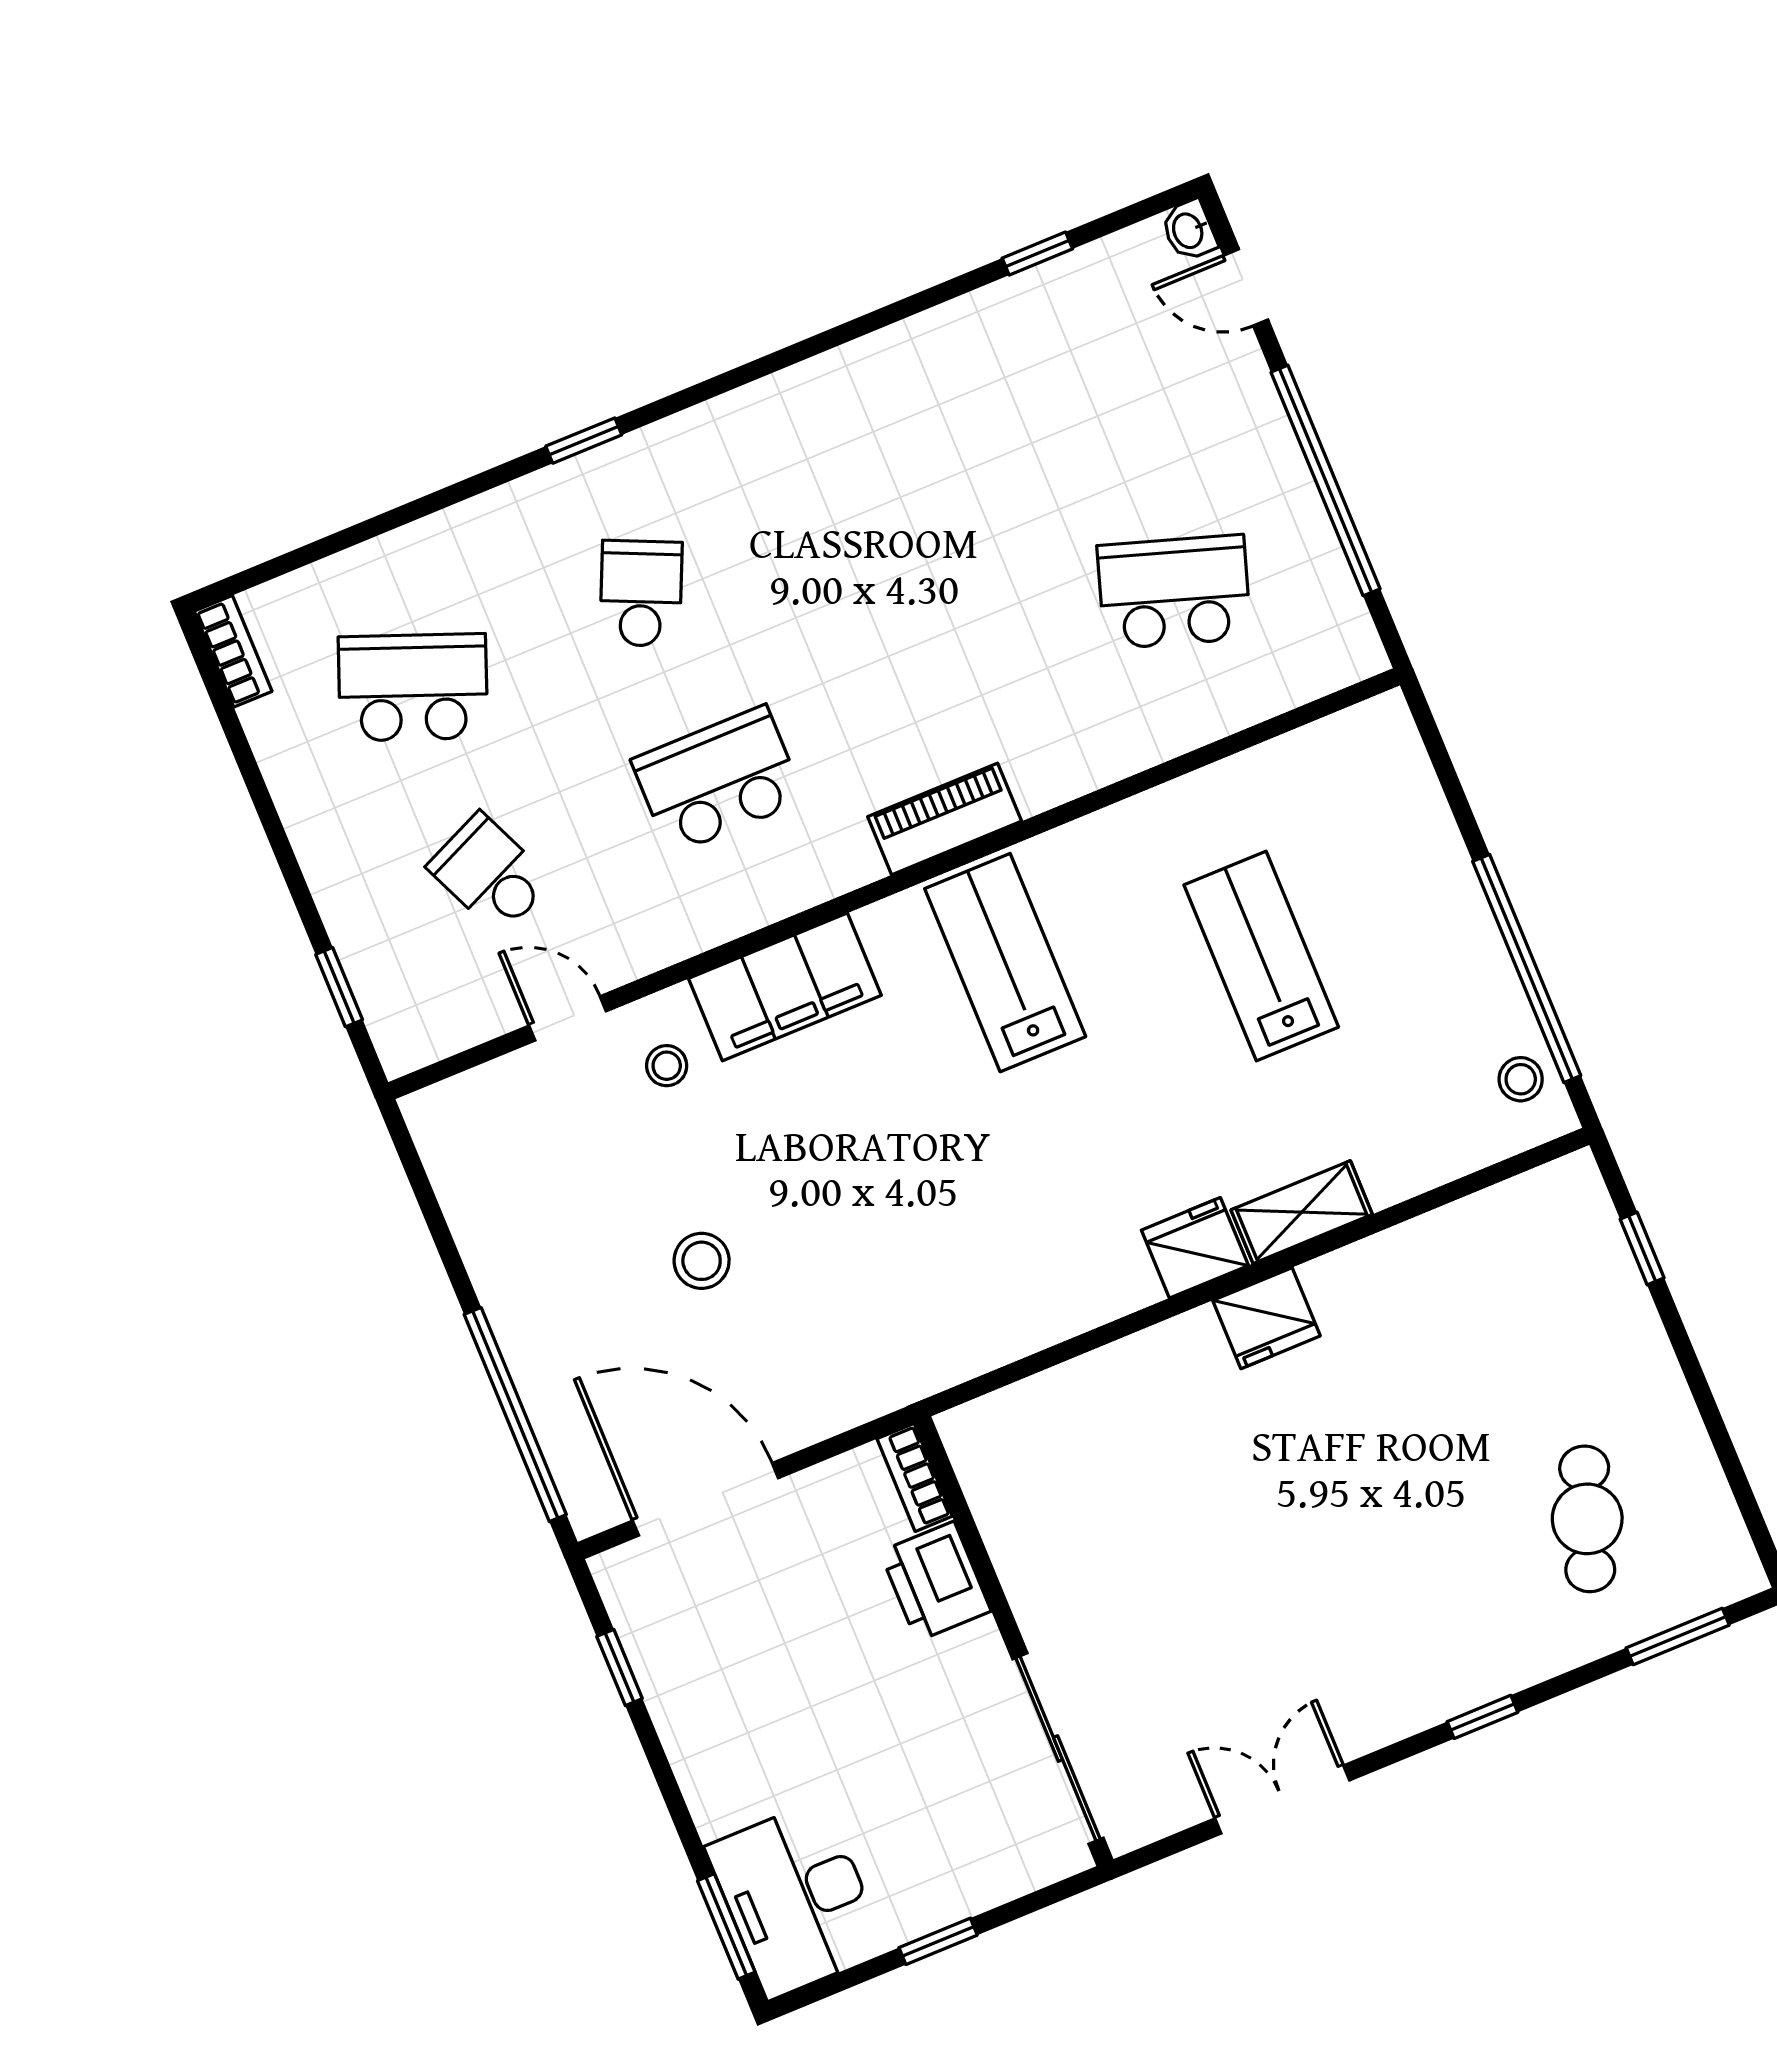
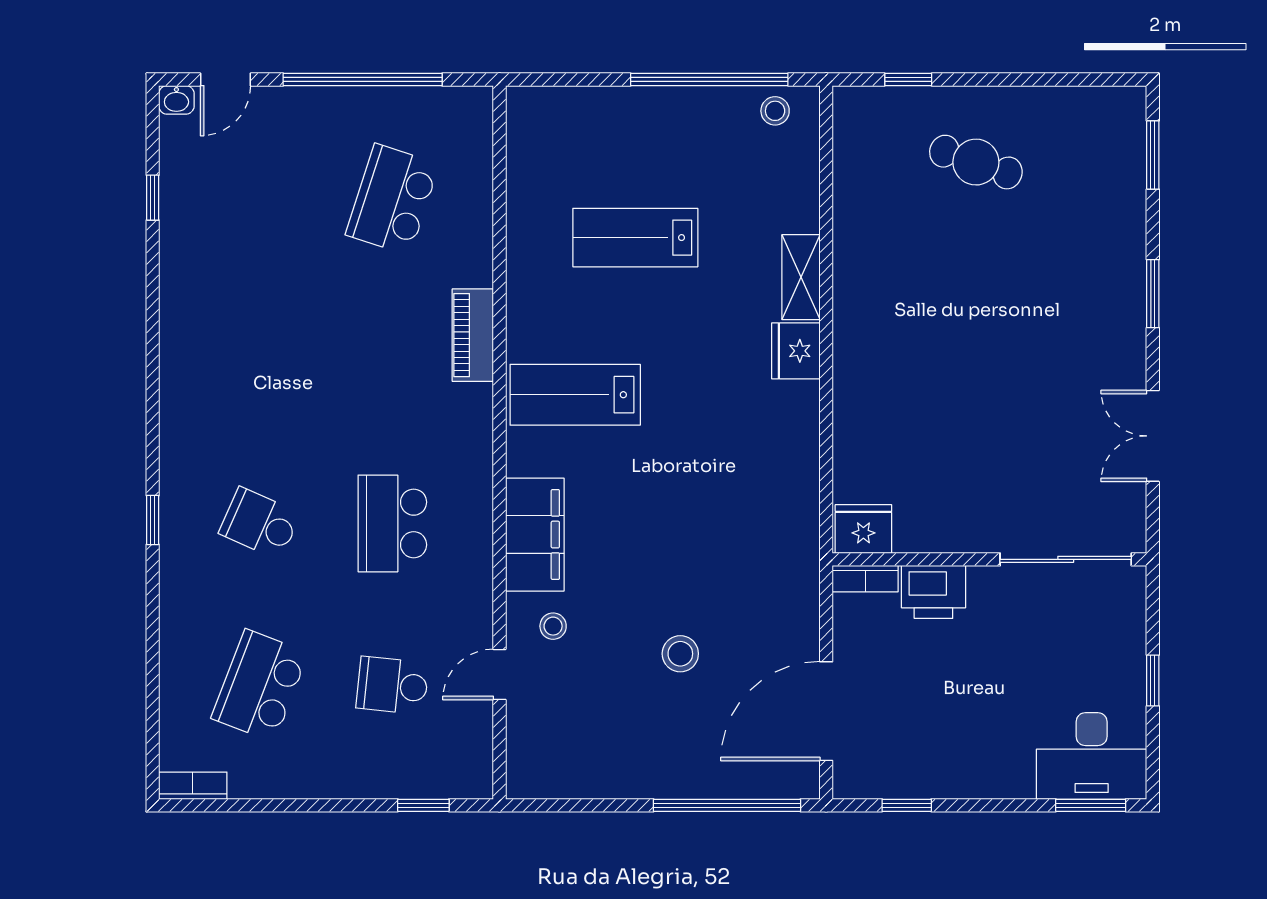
piano: (945, 819) -> (473, 335), moved
school desk: (490, 874) -> (392, 685), turned 30
fridge: (1266, 1318) -> (863, 529), moved, turned -90
cafe table: (1587, 1519) -> (976, 162), moved
window: (1483, 1717) -> (1153, 294), width x1.50

